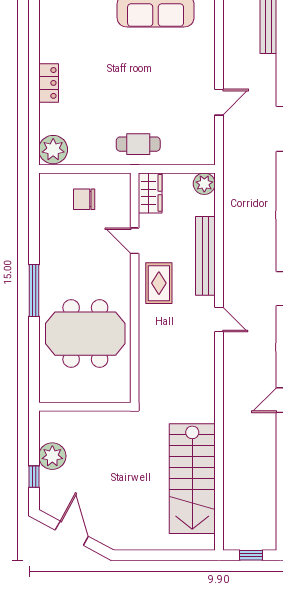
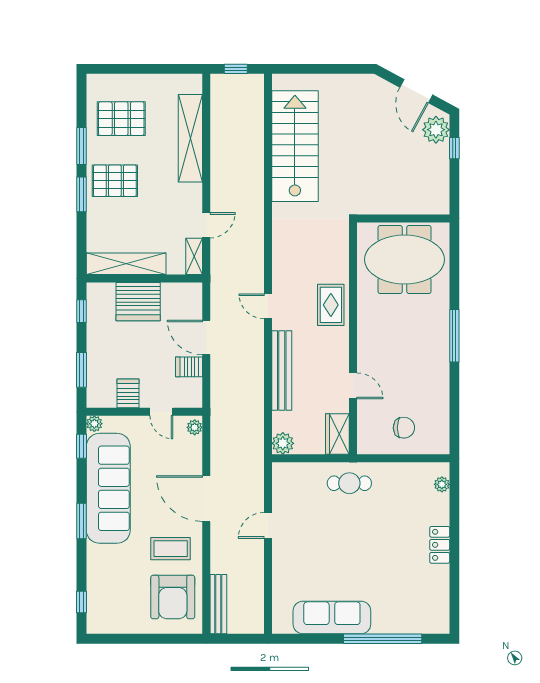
plant: (53, 150) -> (442, 484), width x0.53, depth x0.53
rug: (159, 283) -> (331, 305), moved
meeting table: (85, 334) -> (404, 260), moved
plant: (52, 456) -> (436, 130), moved

